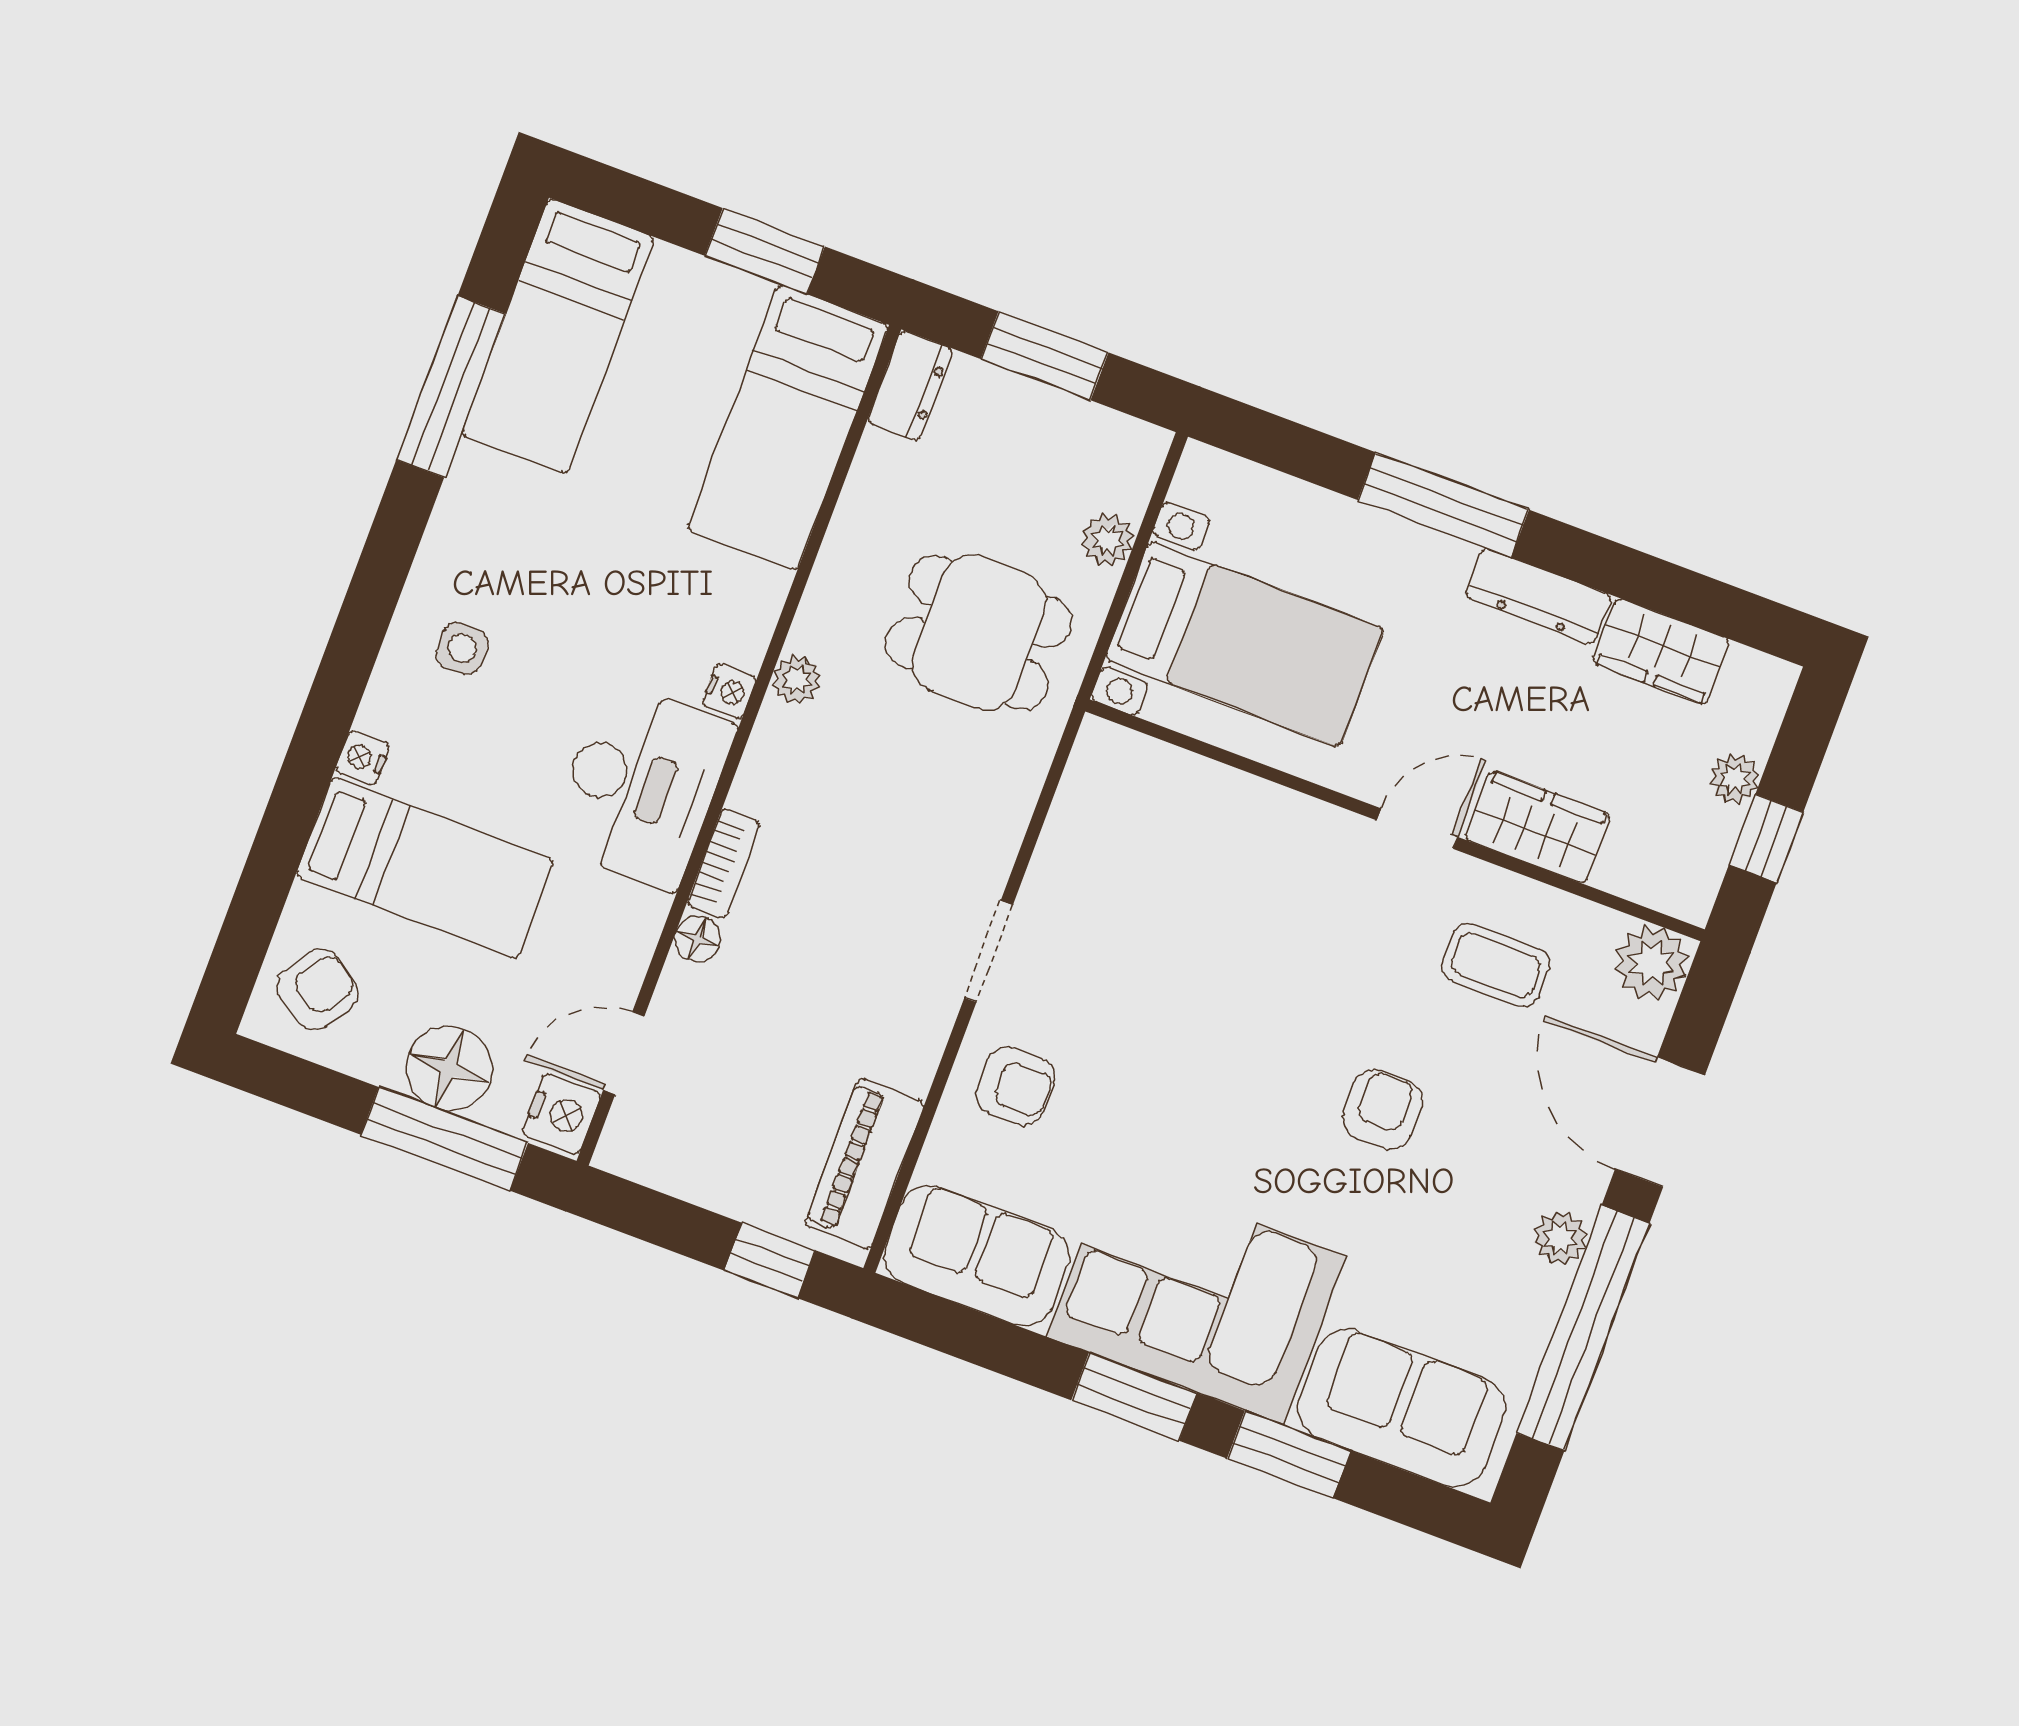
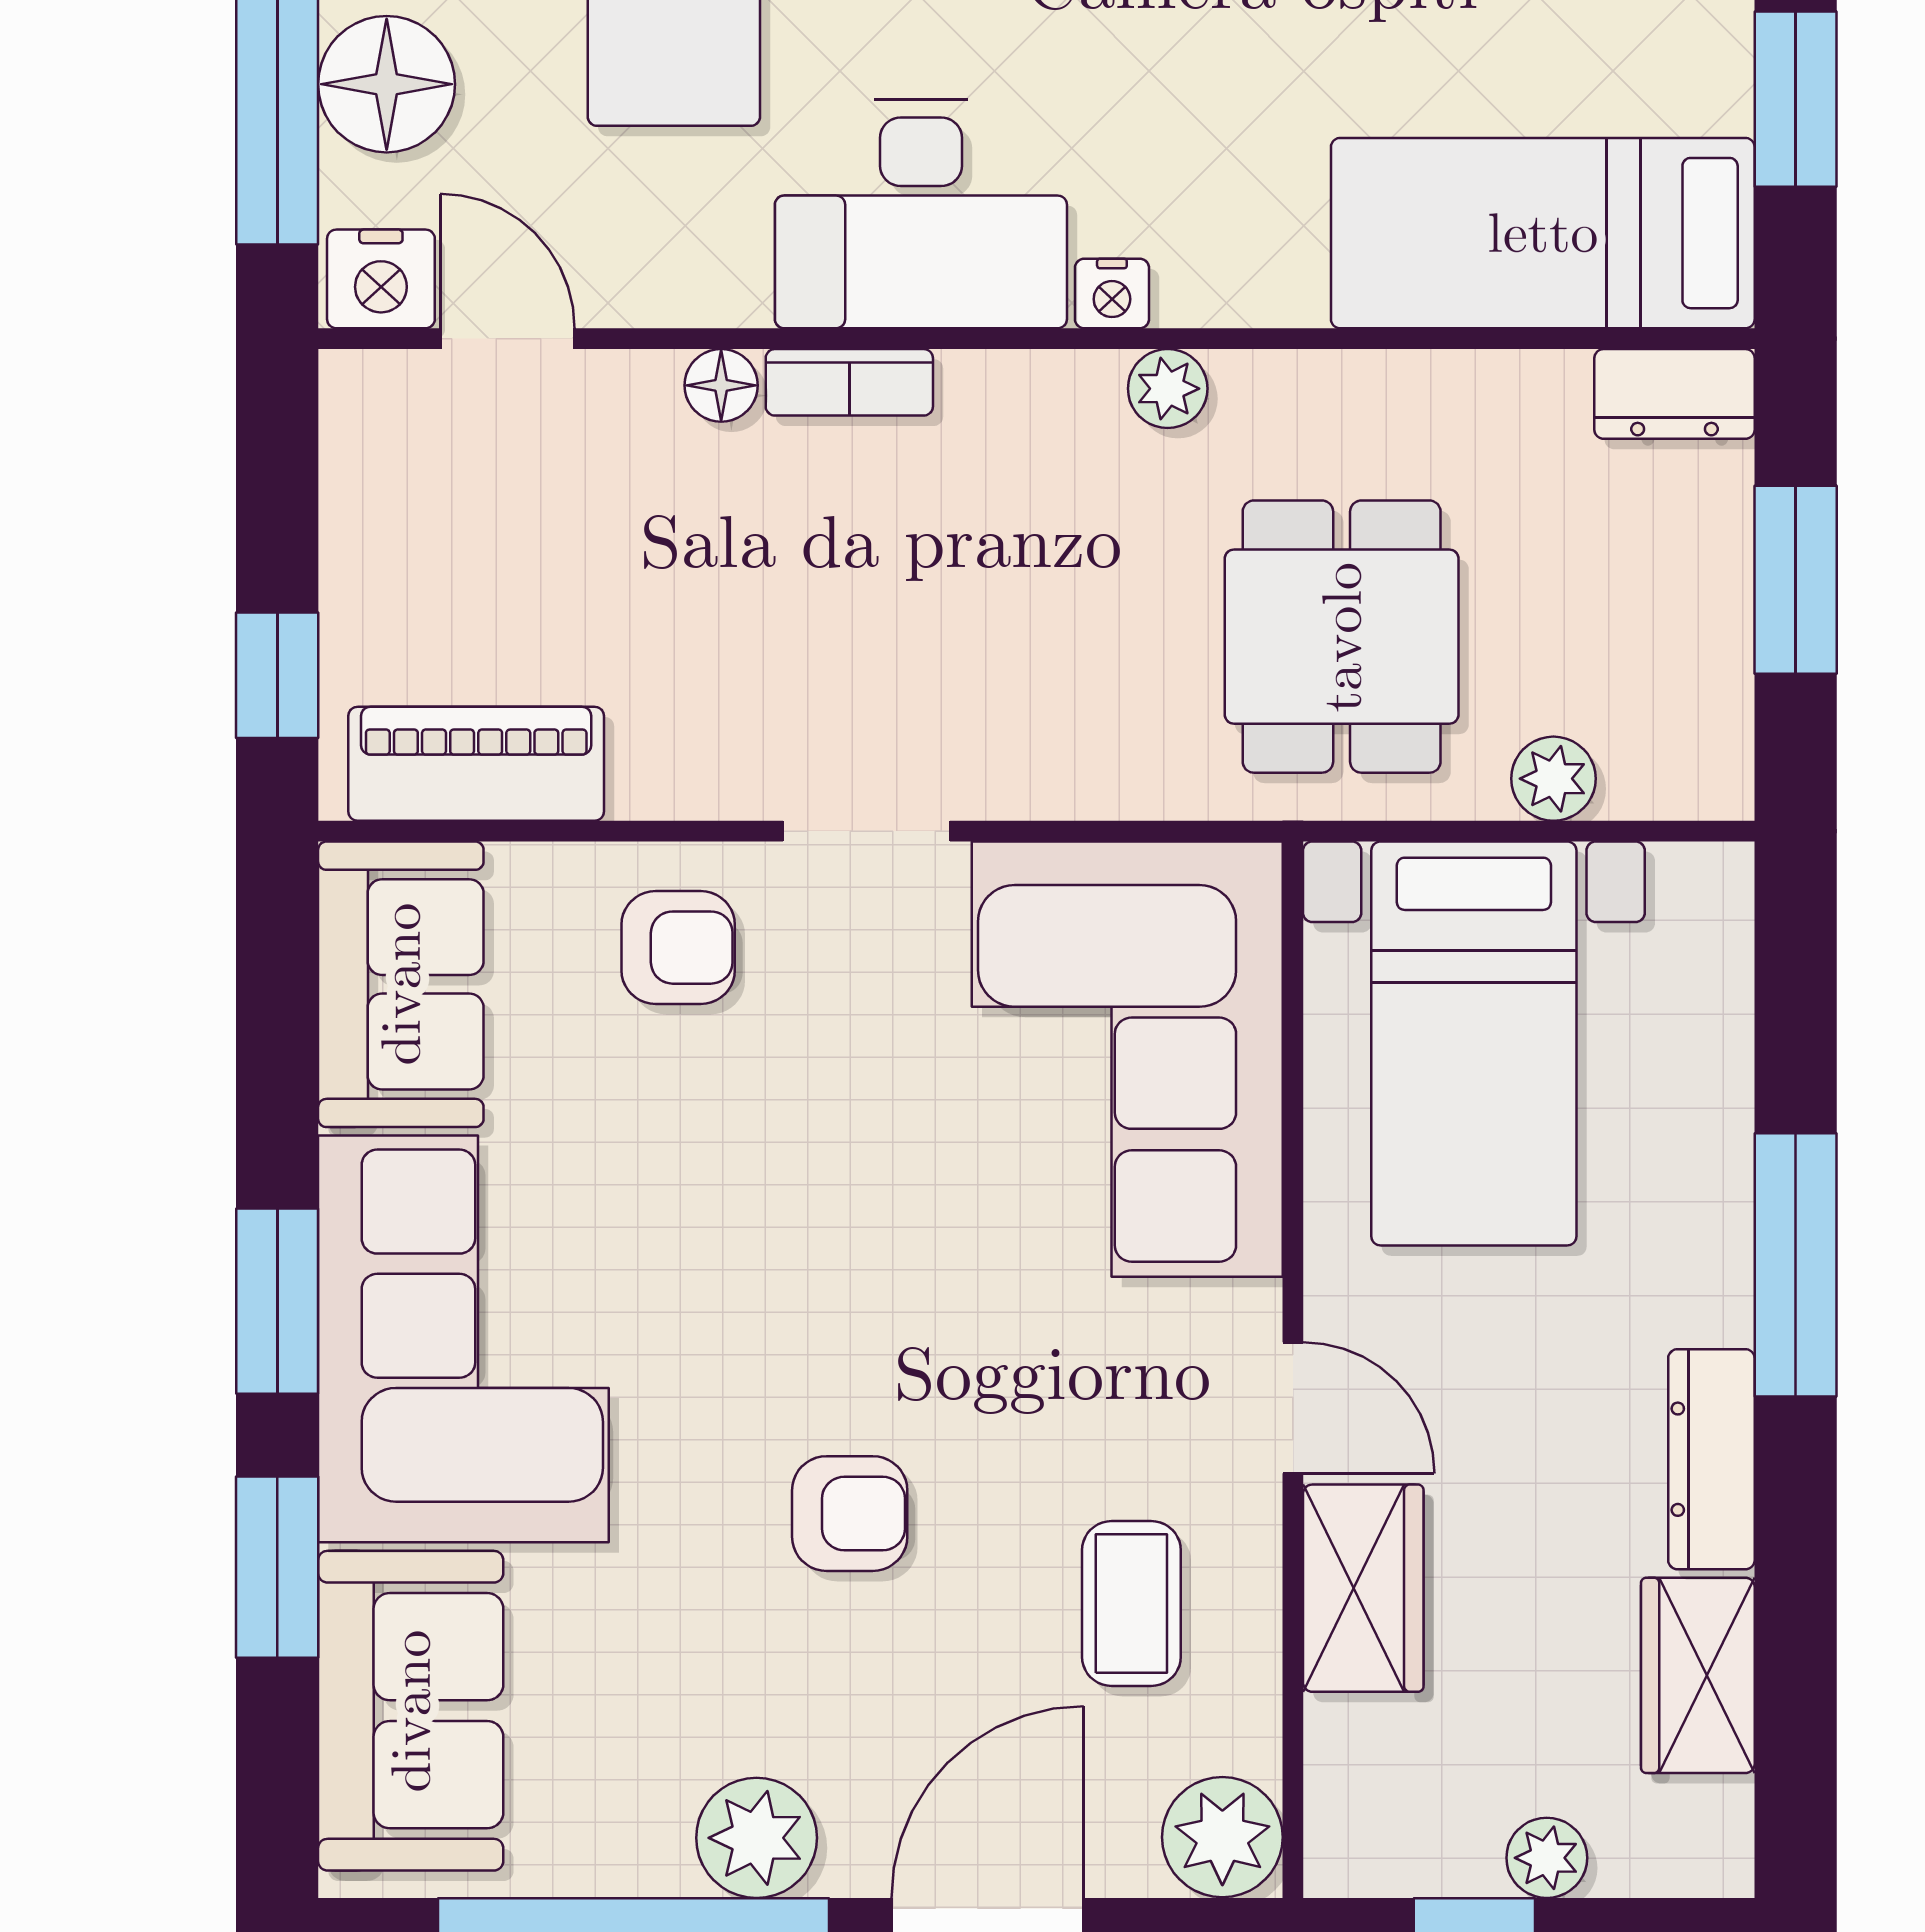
corner sofa: (1178, 849) -> (1127, 1059), added
armchair: (1015, 1086) -> (678, 948), turned -90
plant: (1560, 1238) -> (757, 1838), width x1.38, depth x1.38

